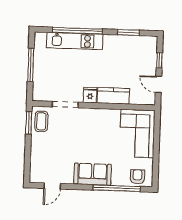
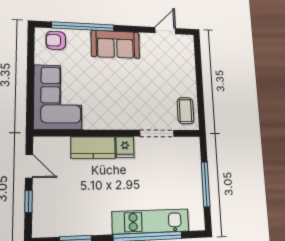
window: (29, 123) -> (201, 108), removed
armchair: (137, 177) -> (56, 40), turned 90

